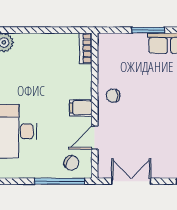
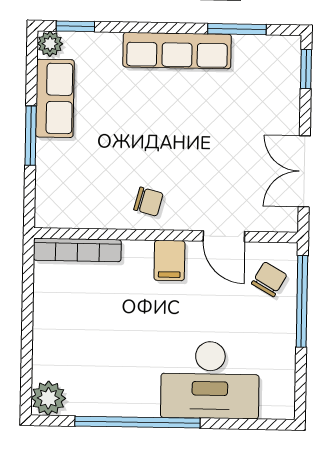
bookcase: (86, 48) -> (77, 250), width x1.56
chair: (113, 96) -> (148, 202), turned -75

